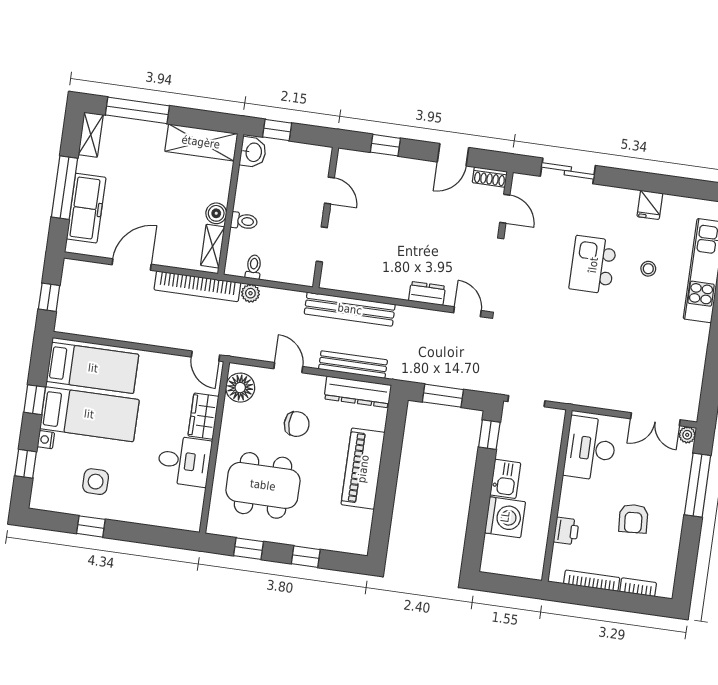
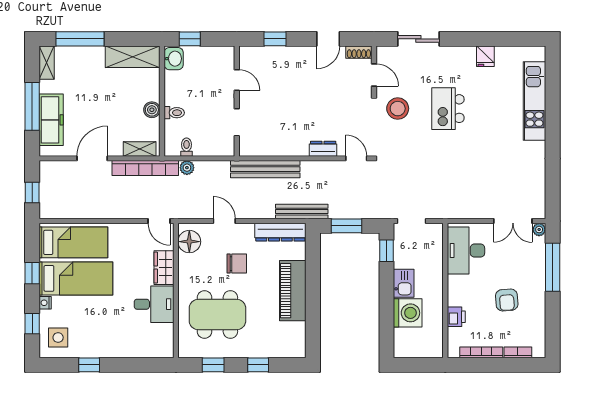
shelving: (213, 246) -> (140, 149), moved, turned 90
stool: (648, 269) -> (398, 109), moved, width x1.89, depth x1.89
bench: (353, 365) -> (302, 212), moved
side table: (96, 482) -> (58, 338), moved

